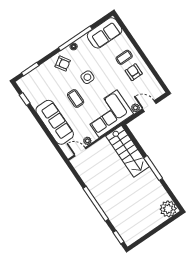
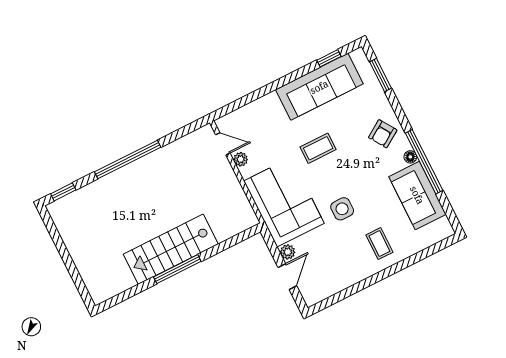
sofa: (105, 33) -> (417, 195), moved
armchair: (134, 72) -> (351, 257), removed
side table: (87, 77) -> (342, 209), moved
sofa: (55, 122) -> (319, 87), moved
stairs: (128, 151) -> (171, 249), moved
door: (80, 152) -> (223, 144), hinge flipped
plant: (168, 209) -> (102, 286), removed

